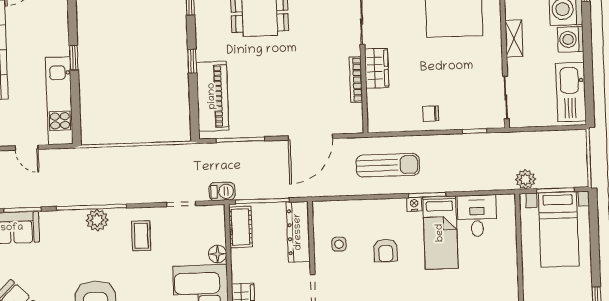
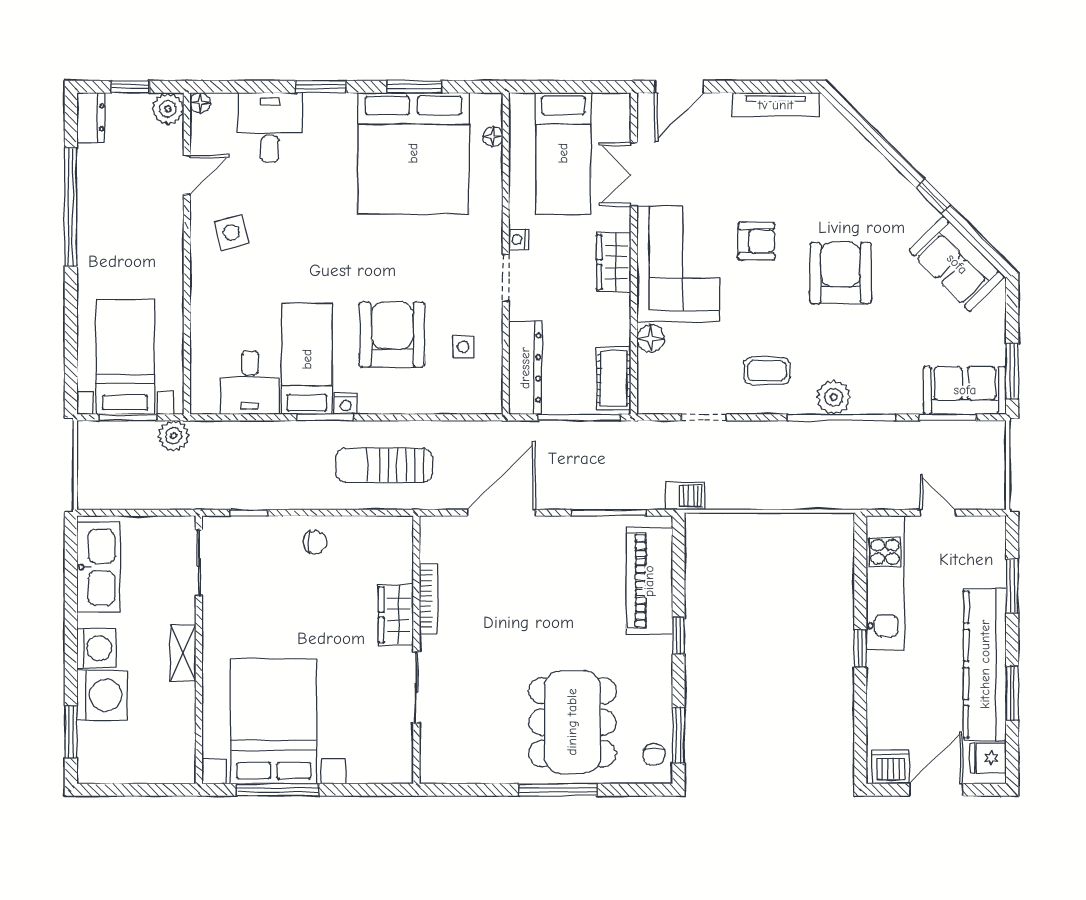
barbecue: (222, 191) -> (685, 496), moved, turned 180
coffee table: (141, 236) -> (767, 371), turned 90
armchair: (386, 250) -> (392, 335), width x1.88, depth x1.88

